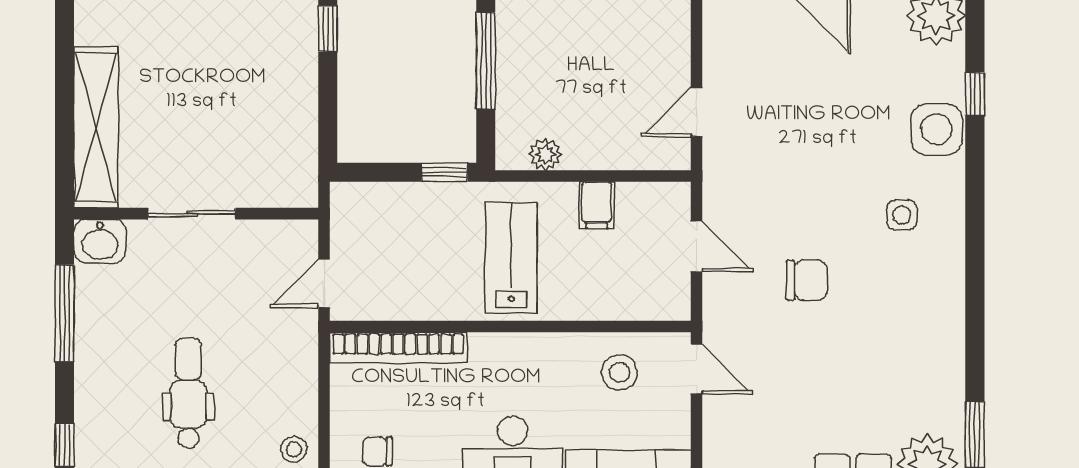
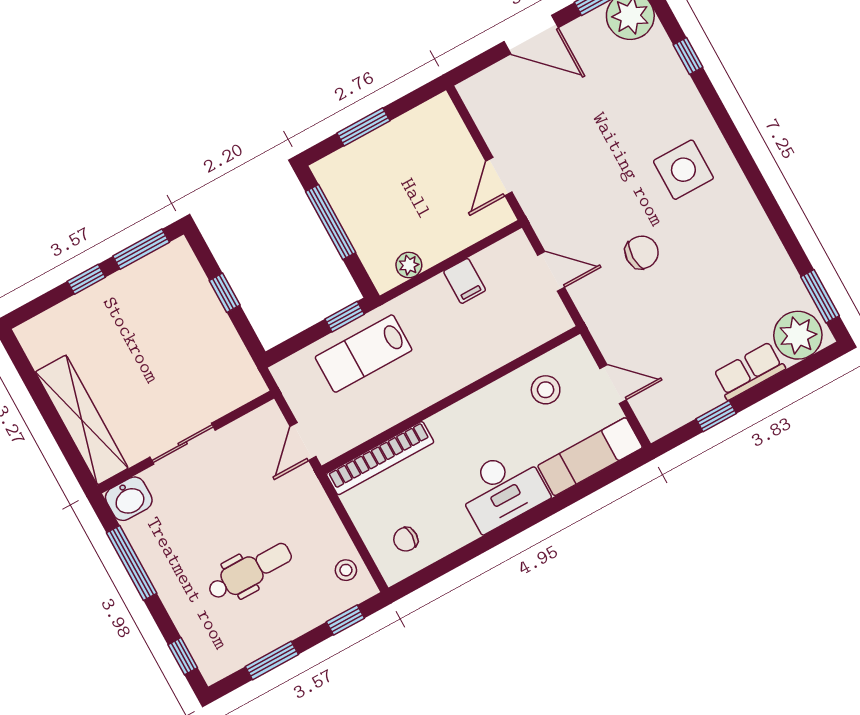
window: (328, 29) -> (225, 293), moved
side table: (936, 129) -> (675, 96), removed
side table: (902, 215) -> (683, 170), width x1.87, depth x1.87
lab bench: (511, 258) -> (364, 354), moved, turned -90
door: (697, 369) -> (613, 384), moved
dental chair: (188, 393) -> (250, 571), turned 90

